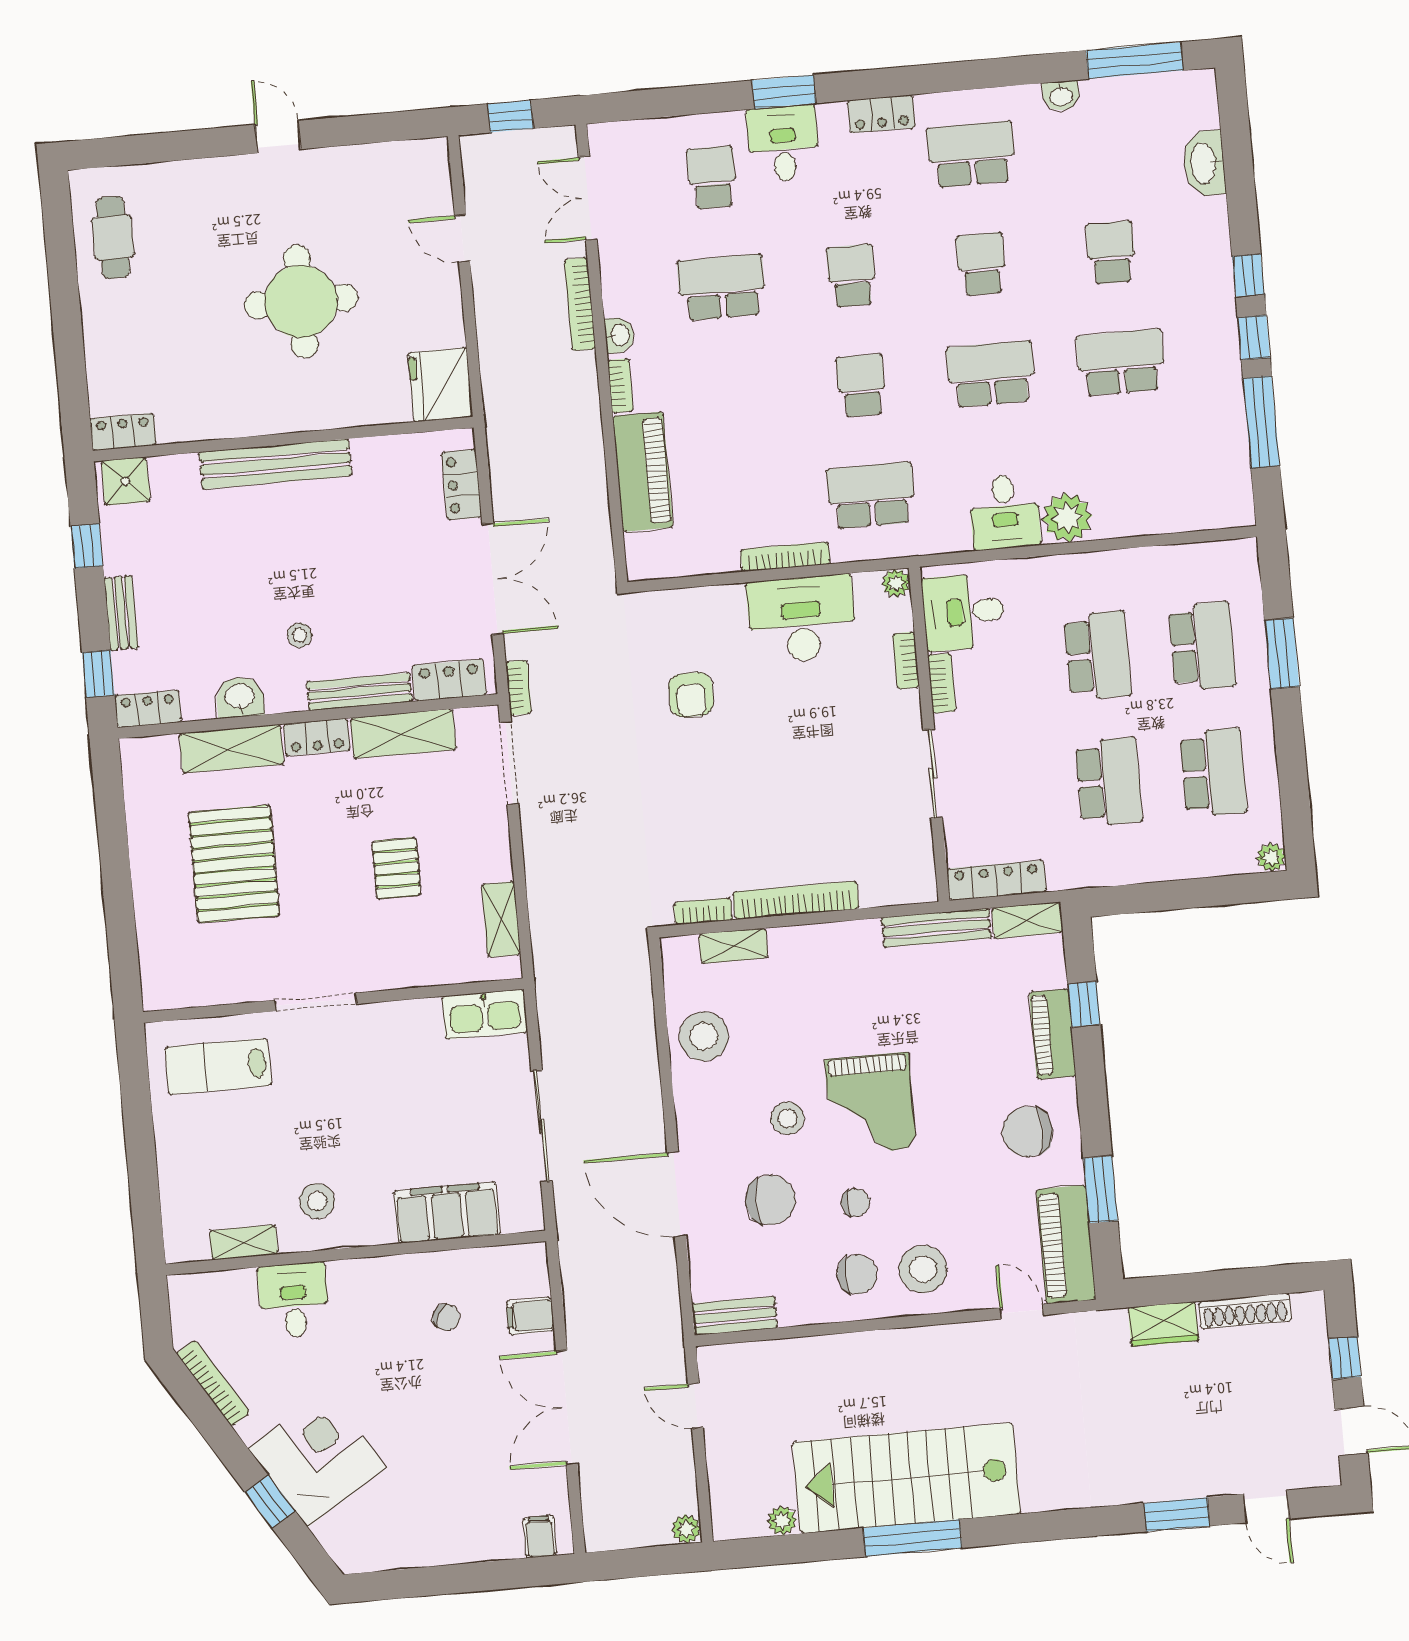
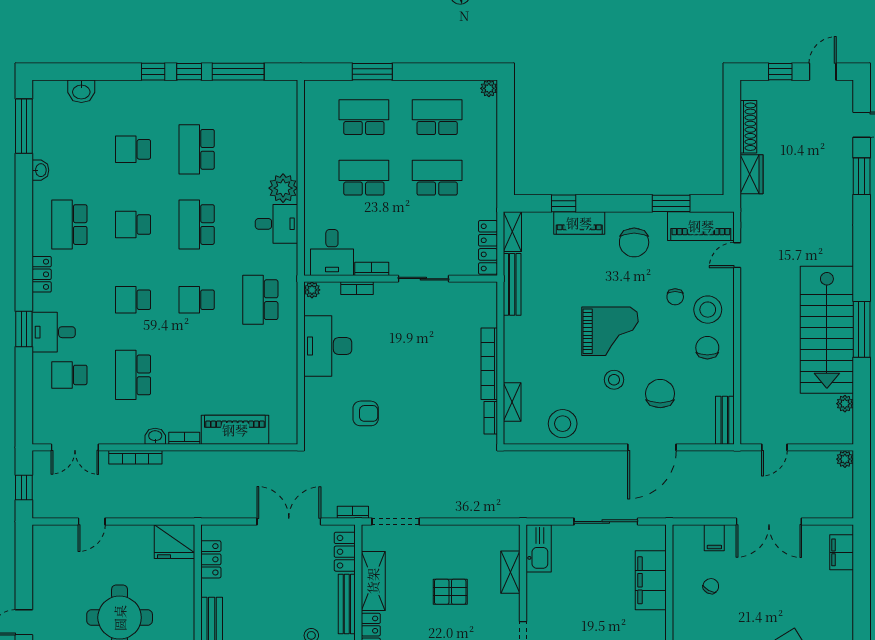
washbasin: (1204, 163) -> (81, 91), width x0.72
locker: (462, 485) -> (211, 559), moved, turned -90
bookcase: (785, 557) -> (291, 352), removed
shelving: (501, 919) -> (510, 572), moved, turned 90
chair: (856, 1203) -> (675, 297), moved, turned 180
filing cabinet: (540, 1537) -> (842, 552), width x2.00

